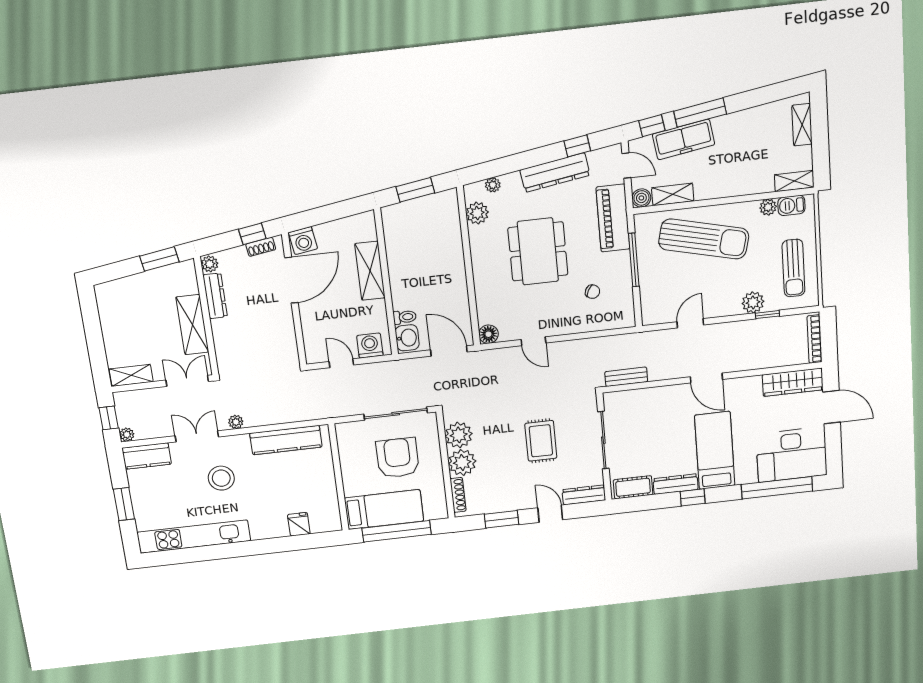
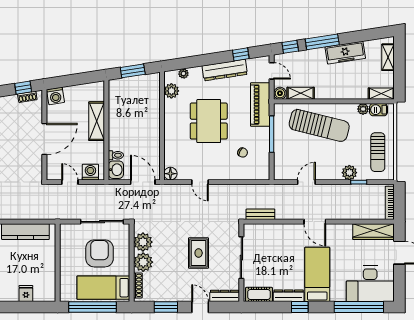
freezer: (684, 139) -> (345, 53), moved
door: (291, 280) -> (44, 139), moved
bed: (384, 510) -> (103, 288), moved, turned 180

